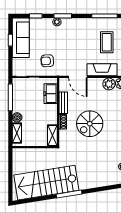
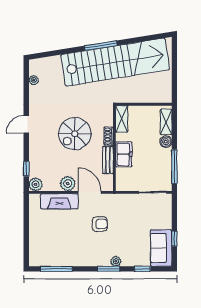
sofa: (21, 38) -> (161, 248), width x0.73
coffee table: (107, 42) -> (54, 236), removed
armchair: (47, 61) -> (100, 224), moved
plant: (109, 84) -> (68, 184), moved
freezer: (51, 94) -> (124, 154), moved
spiral stairs: (90, 124) -> (75, 134), turned 180
stairs: (46, 183) -> (115, 62), width x1.36

